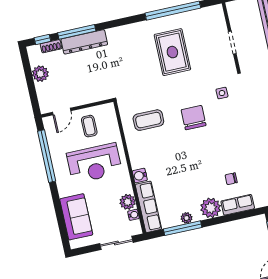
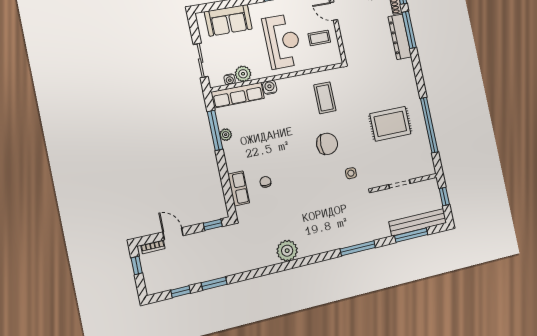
reception desk: (94, 163) -> (282, 41), turned 180
plant: (211, 208) -> (236, 160), removed

